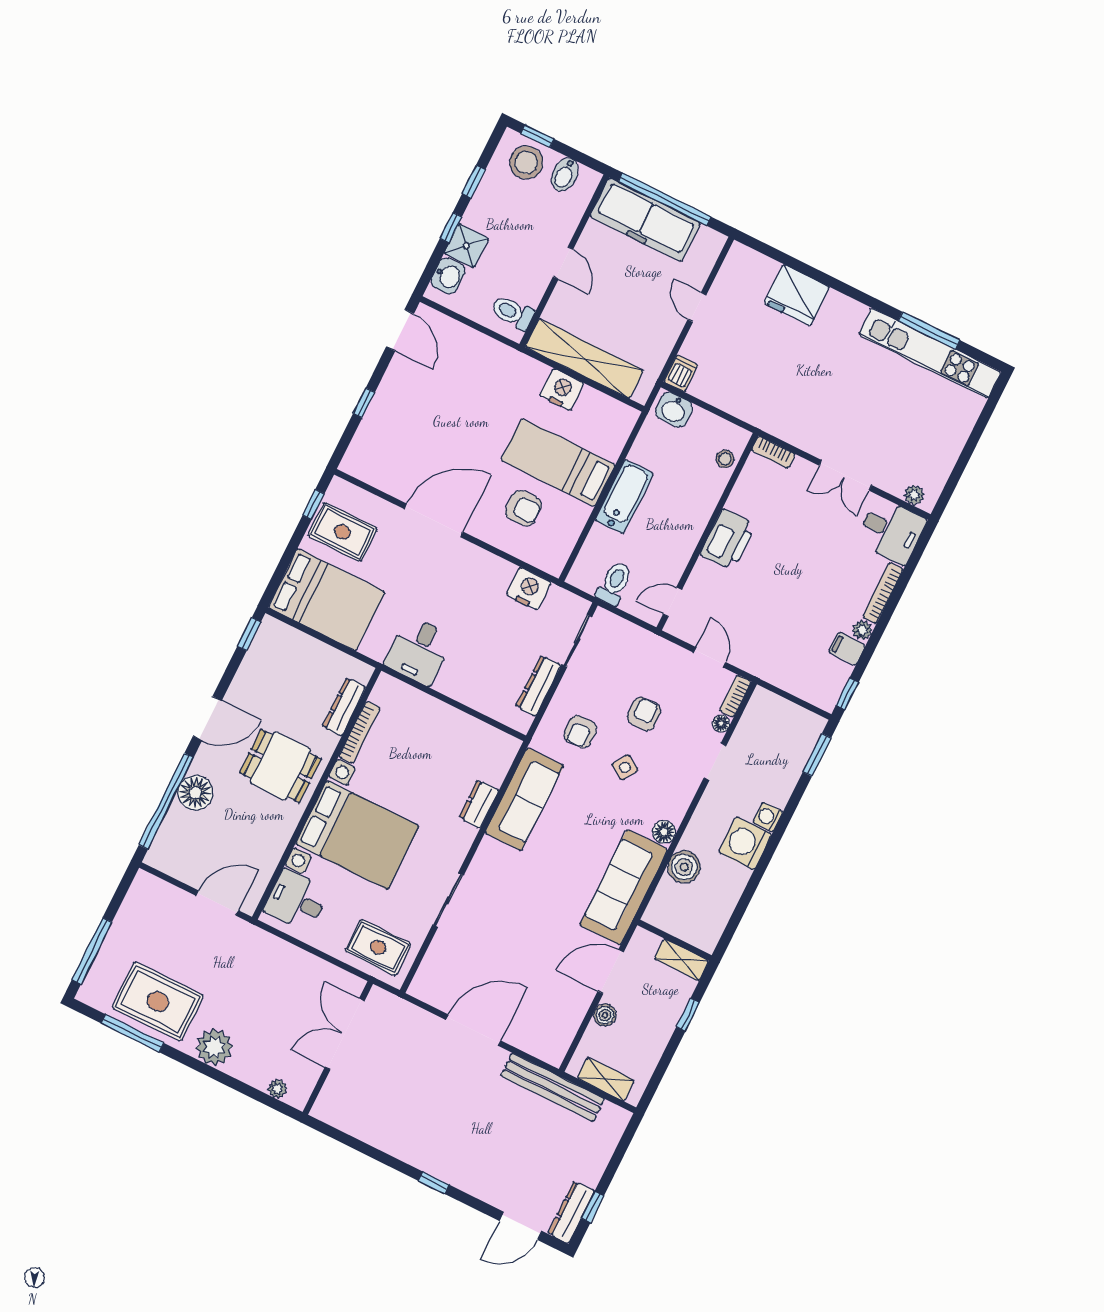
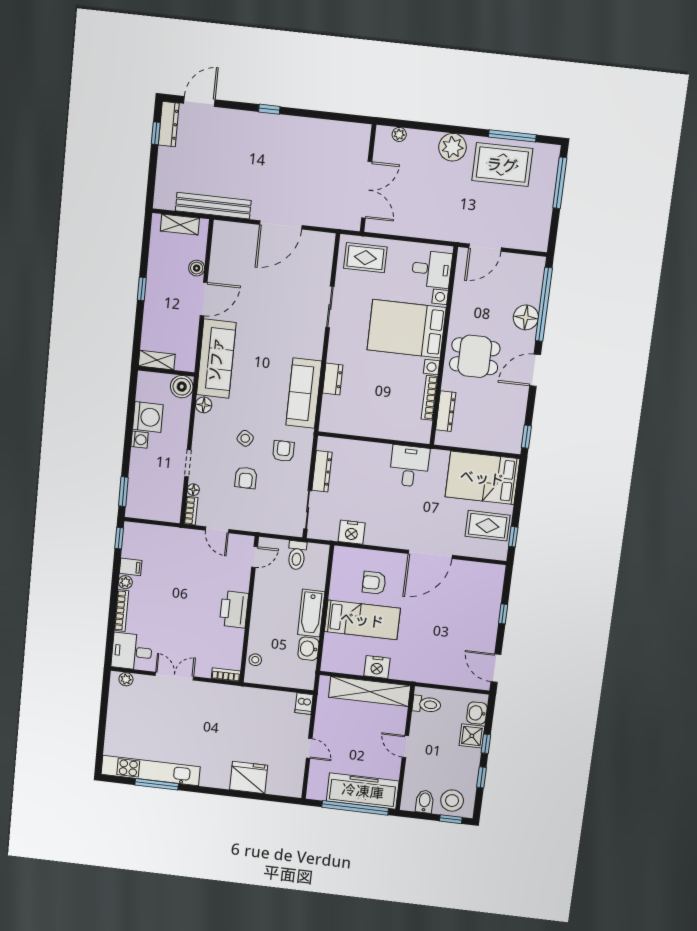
washbasin: (674, 410) -> (308, 649), moved, turned -90
wall: (675, 940) -> (166, 371), moved
shelving: (682, 960) -> (157, 360), moved

